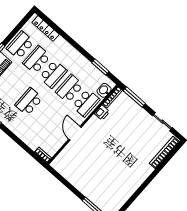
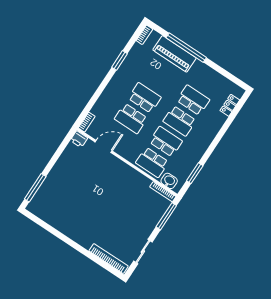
locker: (46, 28) -> (230, 105), width x0.66
school desk: (20, 45) -> (131, 119), moved, turned 180
printer: (102, 113) -> (79, 139), moved
door: (75, 133) -> (104, 147), moved

